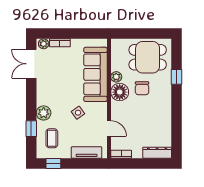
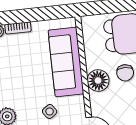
plant: (116, 77) -> (92, 62), removed

